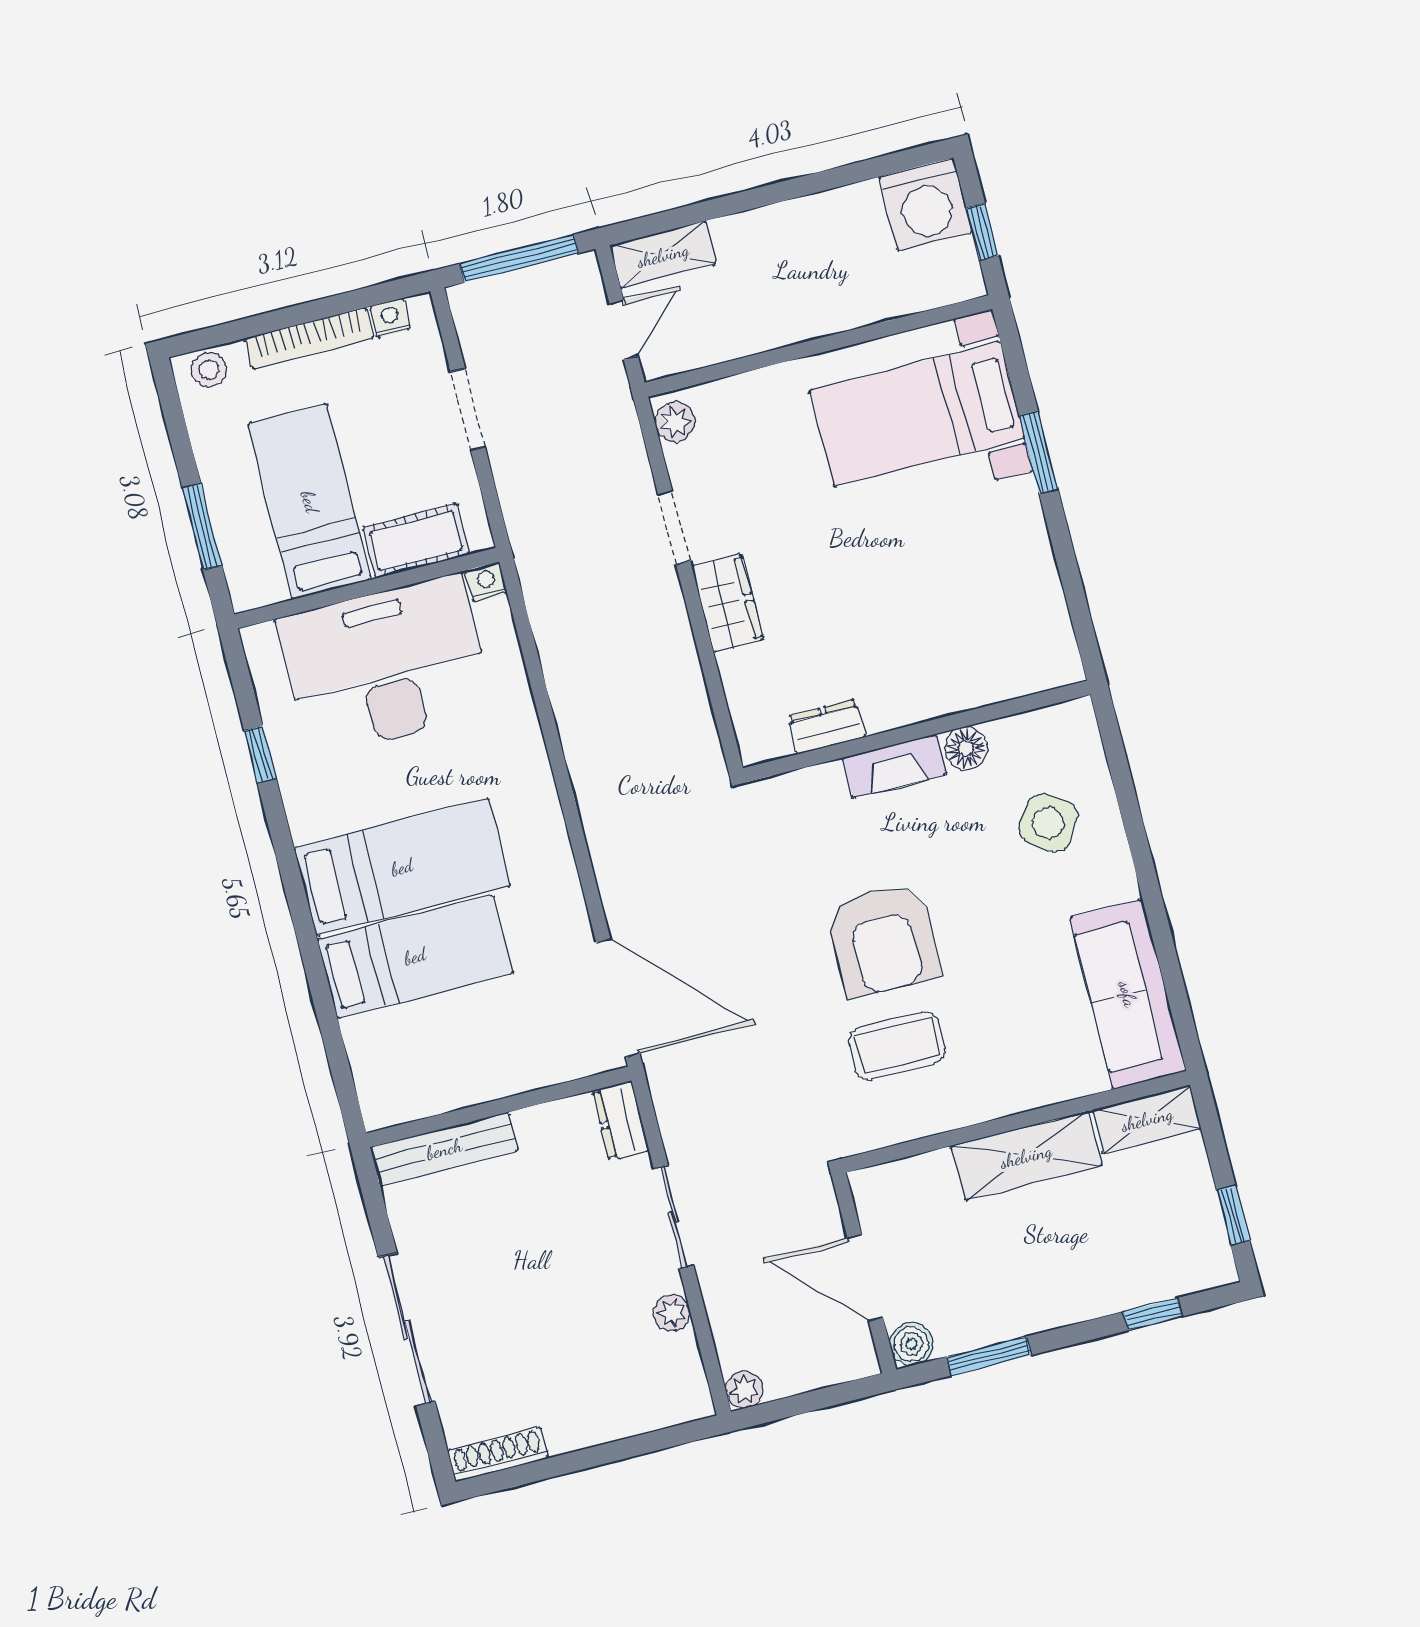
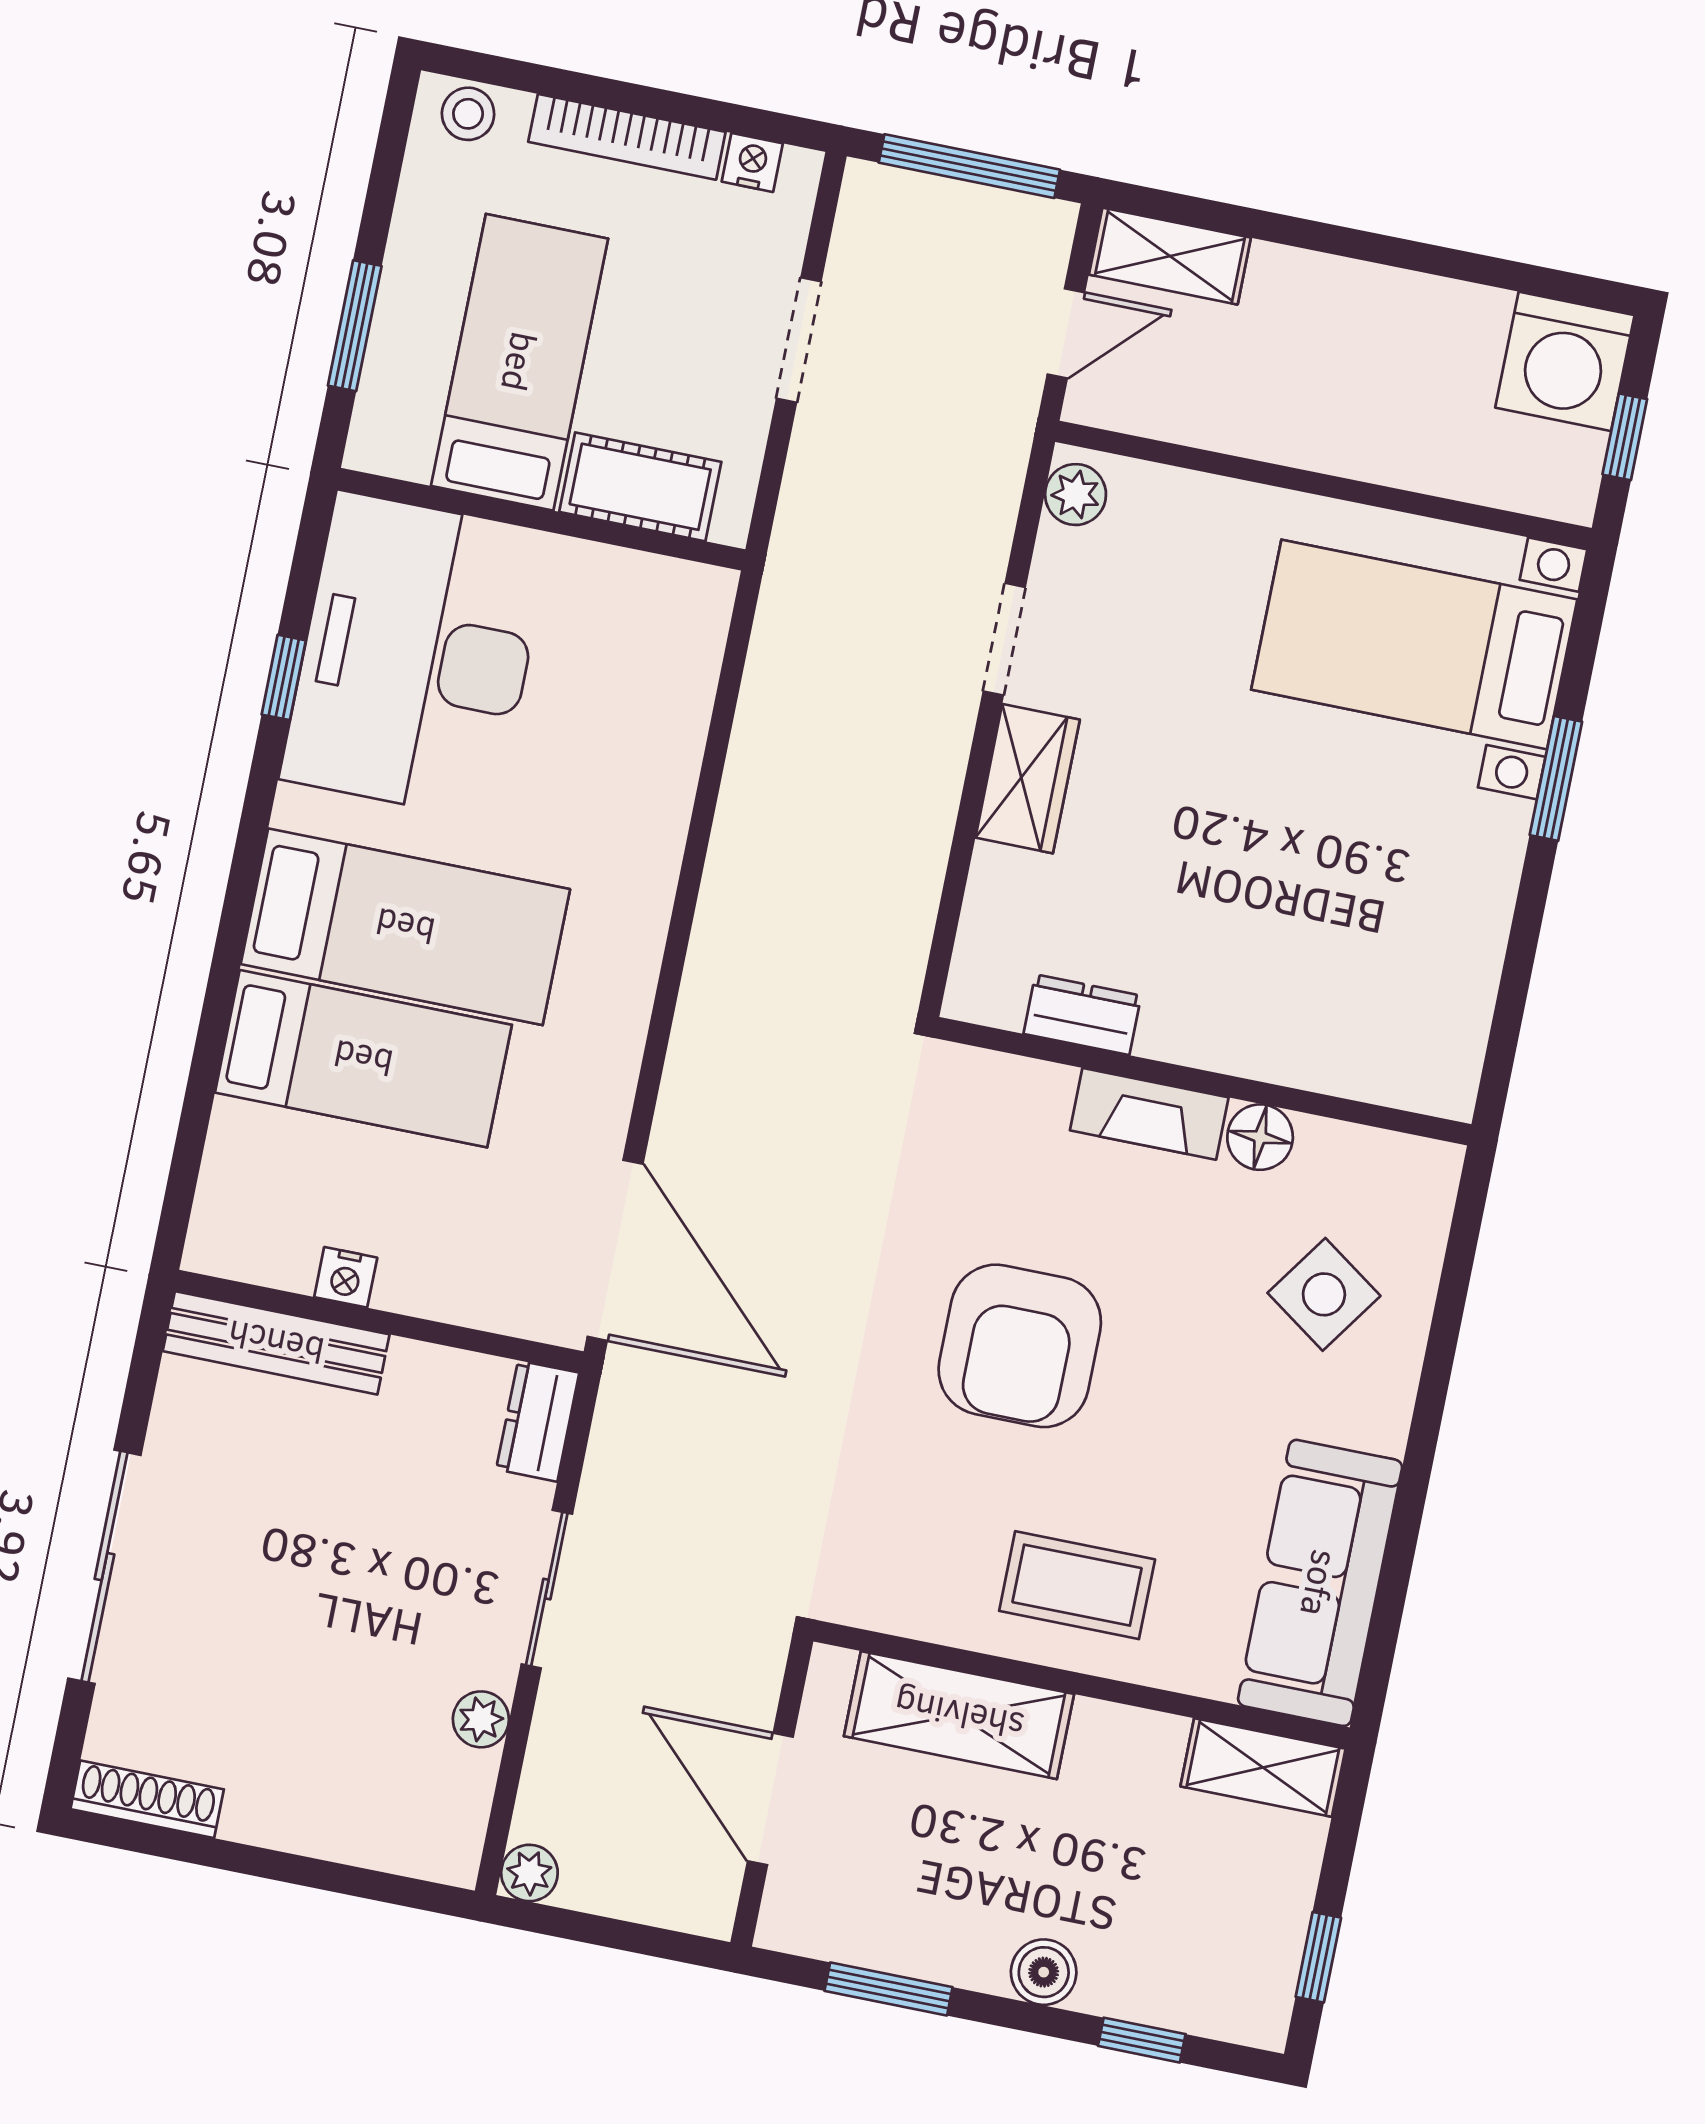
nightstand: (486, 582) -> (346, 1277), moved, turned 180
desk: (386, 665) -> (416, 656), moved, turned -90
coffee table: (897, 1046) -> (1077, 1585), moved
shelving: (1026, 1156) -> (959, 1715), moved
boiler: (911, 1344) -> (1044, 1972), moved

